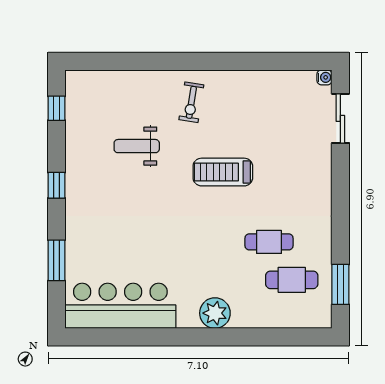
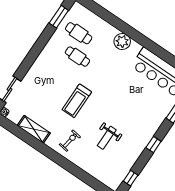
shelving: (260, 82) -> (34, 129), added
weight bench: (137, 146) -> (107, 138), turned 90
treadmill: (223, 172) -> (77, 101), turned 90

